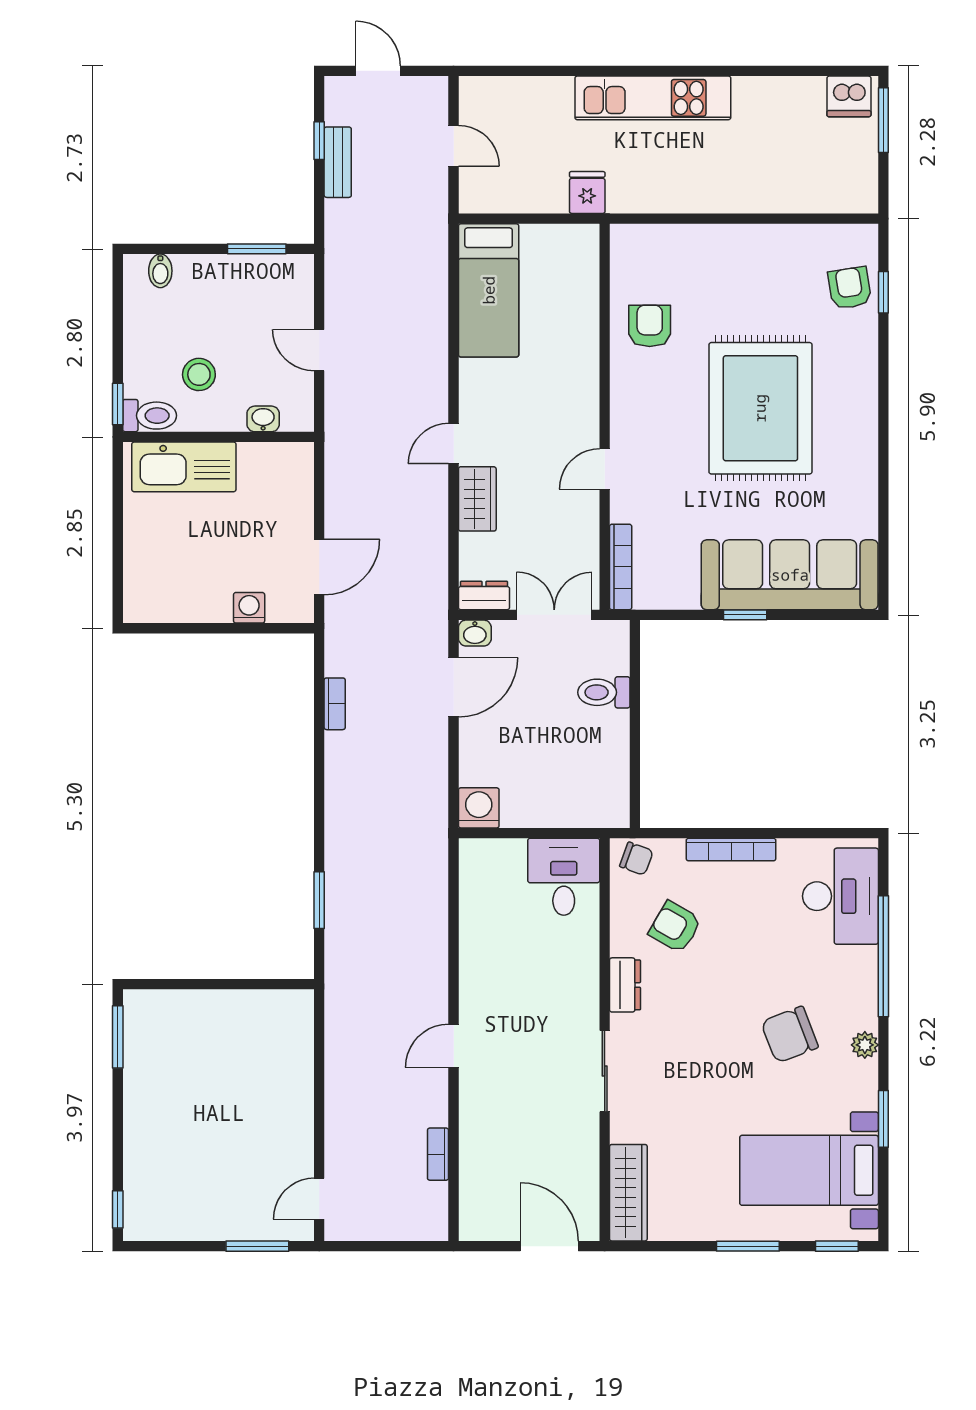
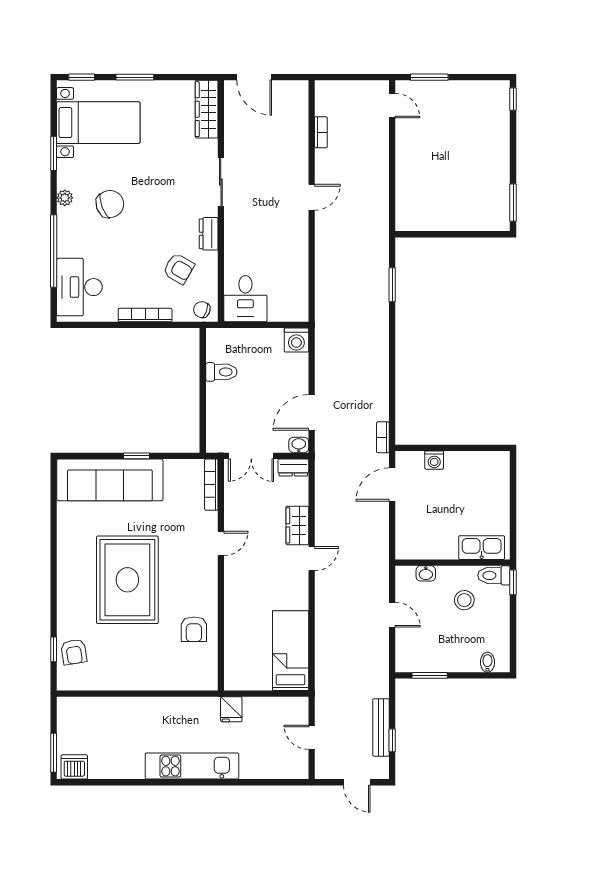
bench: (338, 162) -> (381, 727), width x1.36
kitchen sink: (184, 467) -> (482, 548), width x0.73, depth x0.81
toilet: (604, 692) -> (221, 372), moved
bookcase: (335, 704) -> (383, 437), moved
door: (319, 1199) -> (392, 106), hinge flipped

